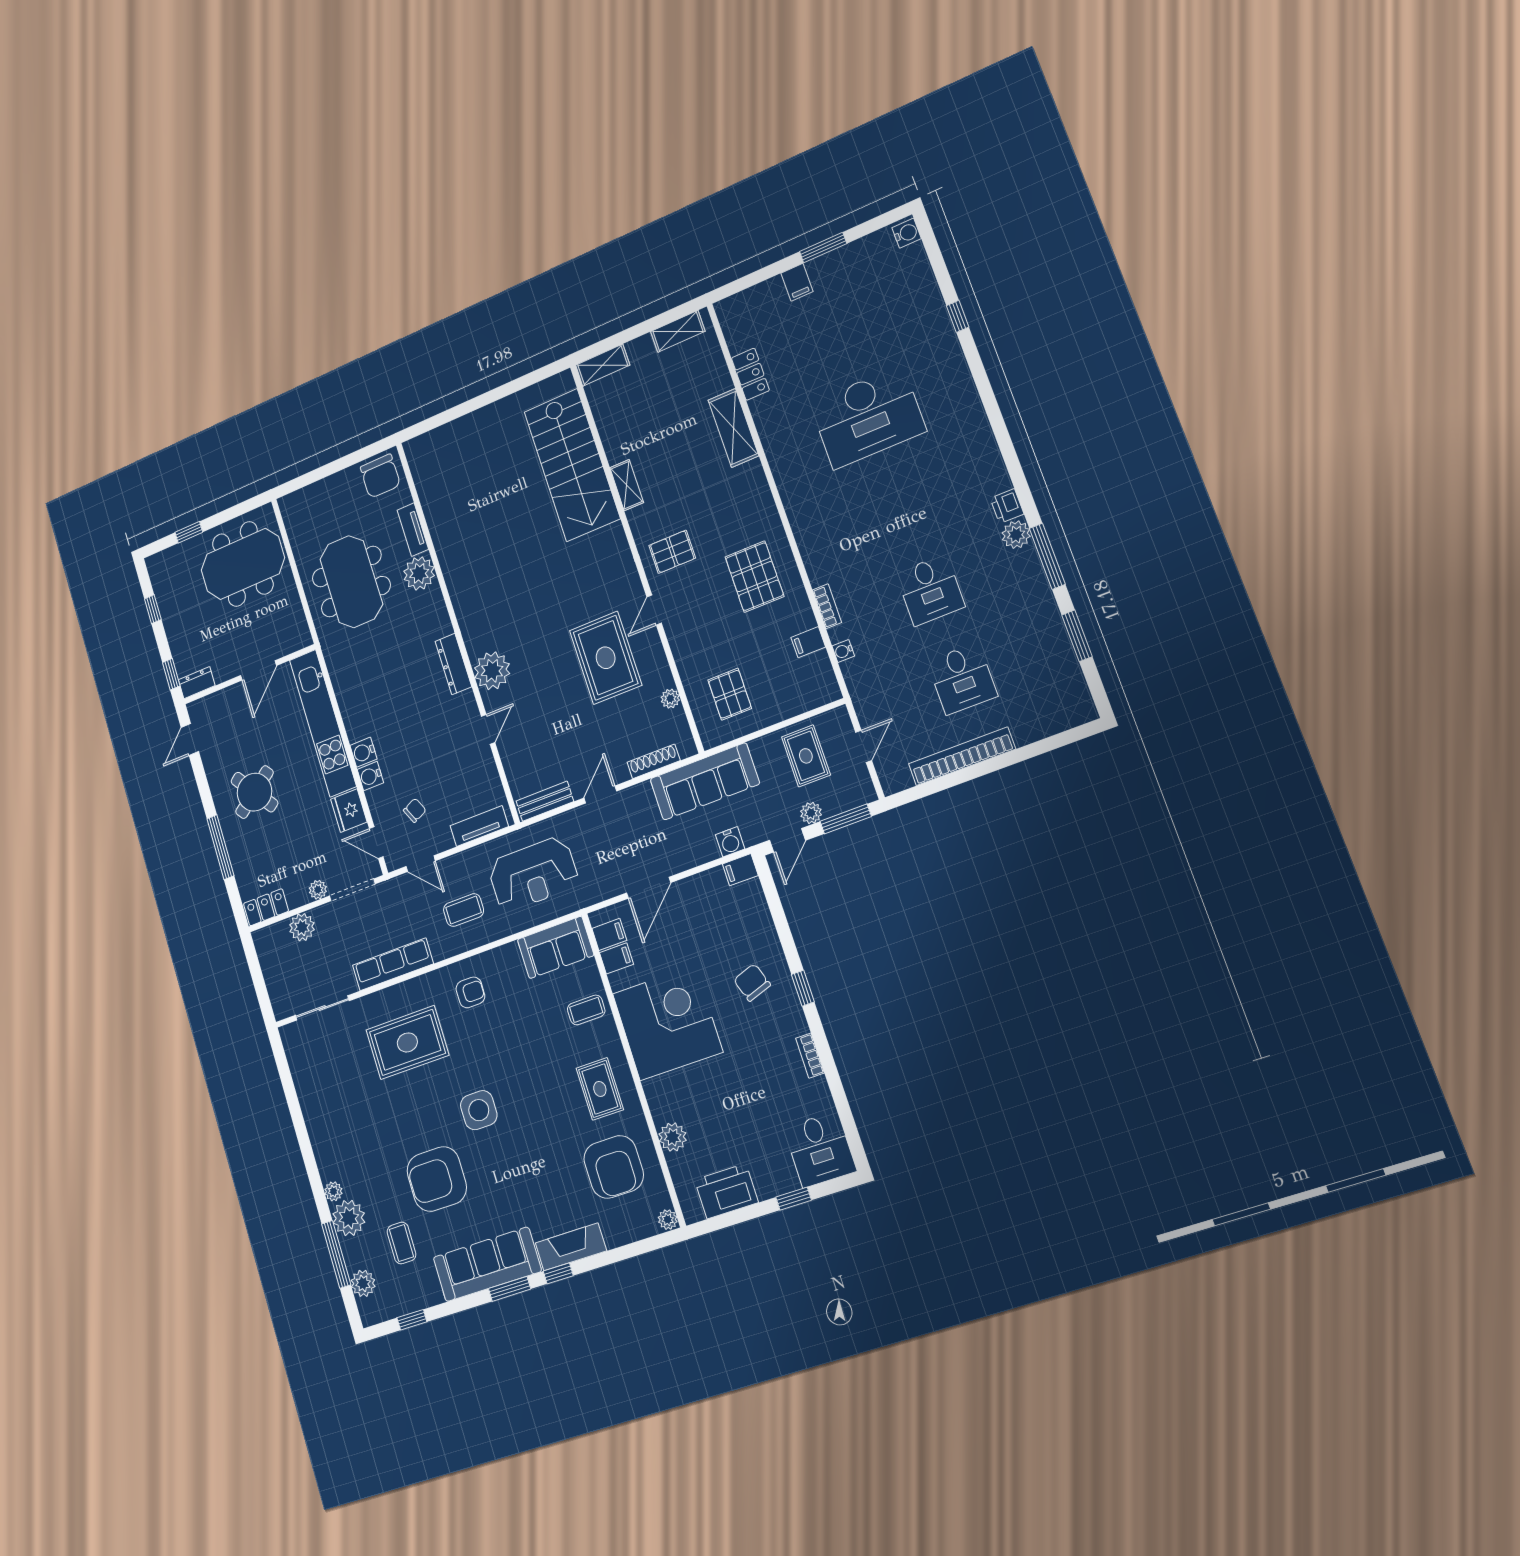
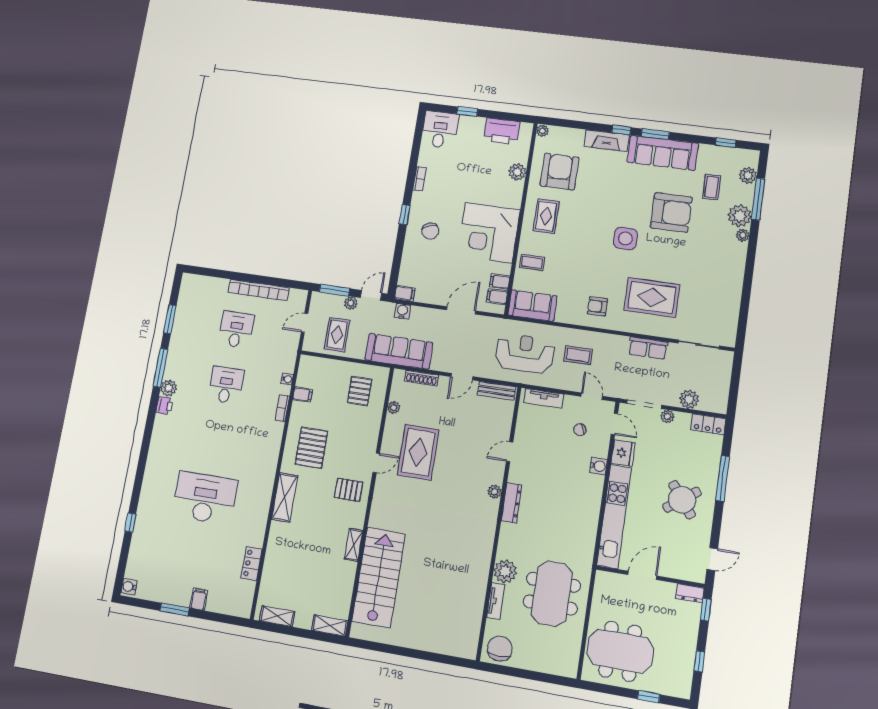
shelving: (733, 428) -> (285, 497), moved
plant: (492, 671) -> (495, 492), width x0.53, depth x0.53
water cooler: (364, 752) -> (596, 483), removed
row of seats: (393, 964) -> (648, 348), width x0.68

